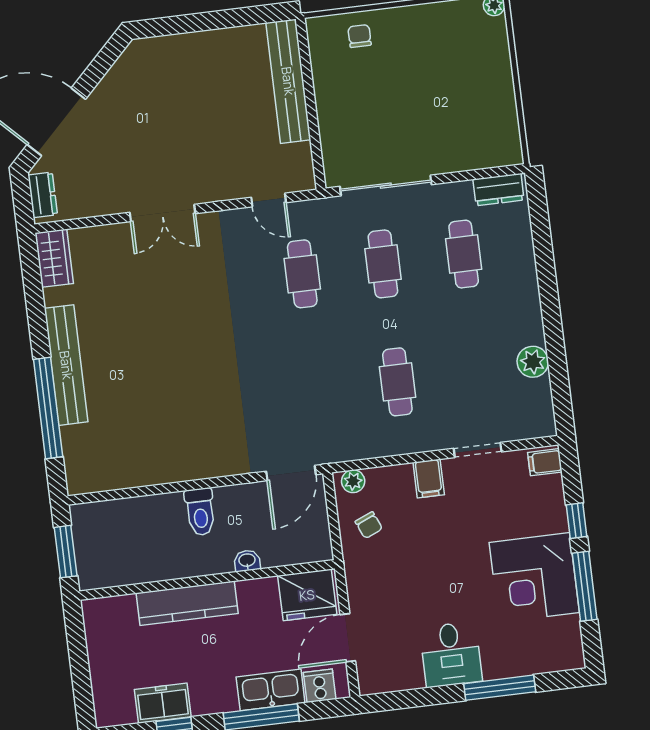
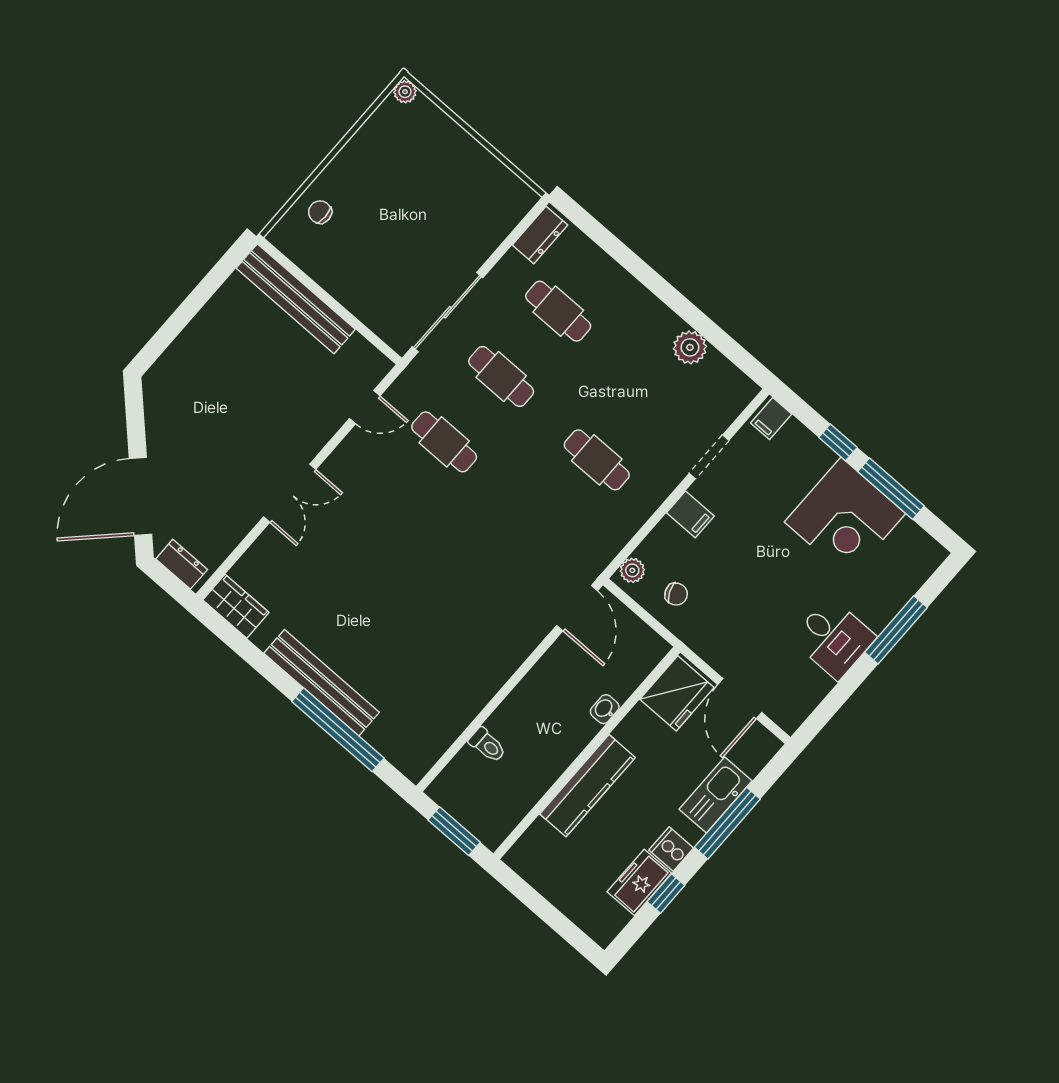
toilet: (200, 512) -> (487, 745), moved, width x0.73, depth x0.72
cooker: (320, 686) -> (671, 849), moved

